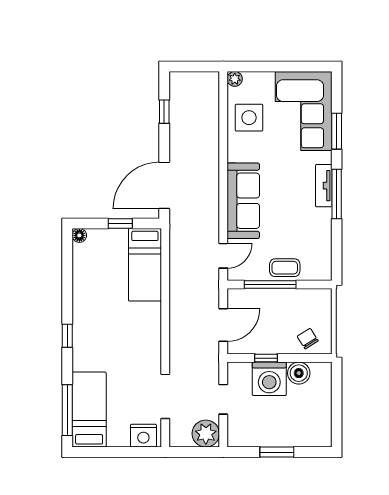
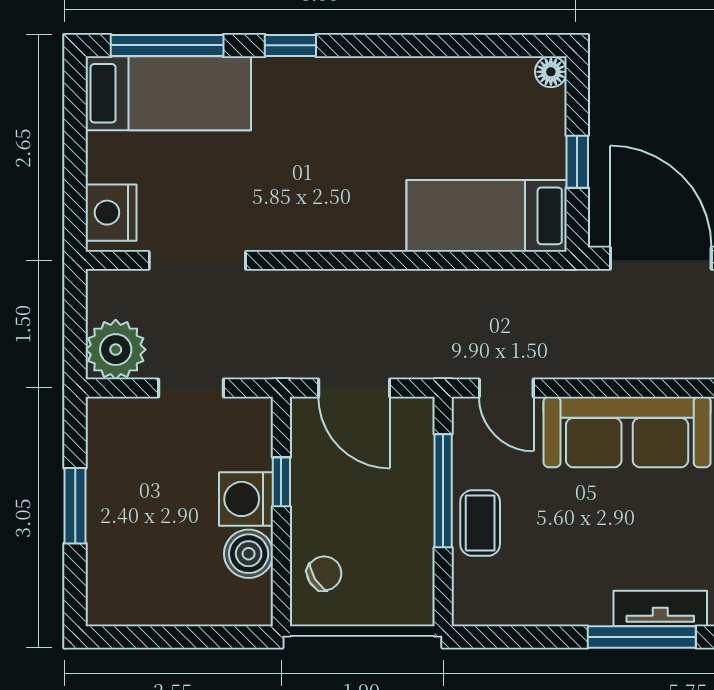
window: (67, 336) -> (290, 45), moved
washing machine: (269, 379) -> (246, 499), width x0.73, depth x0.73

